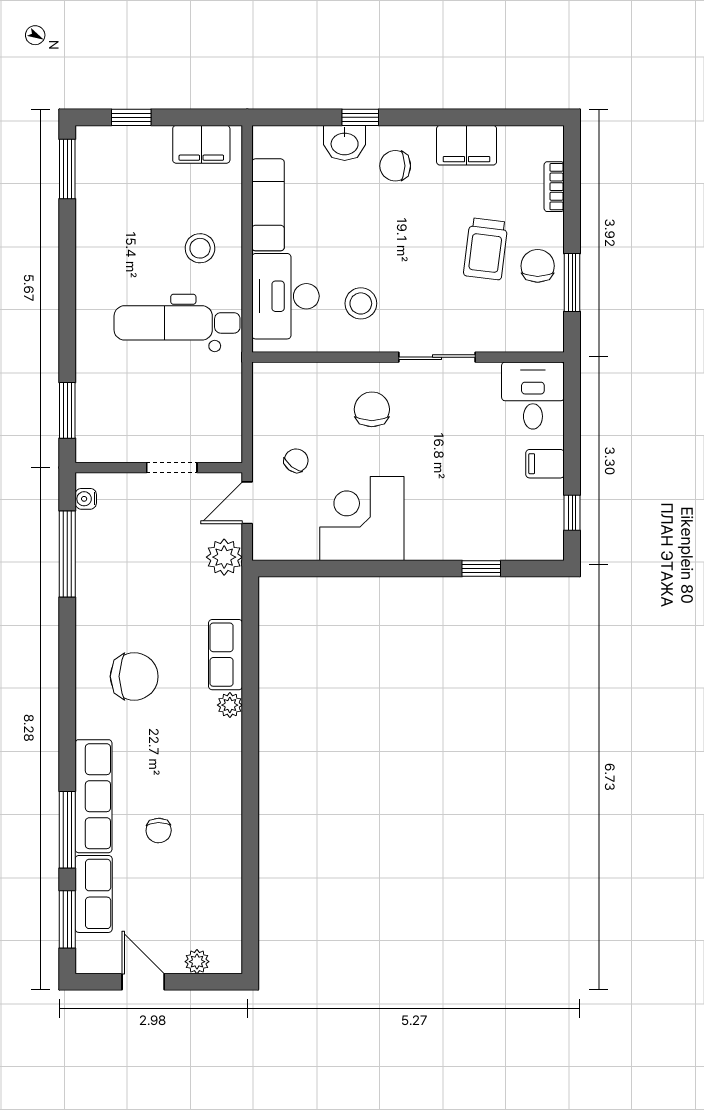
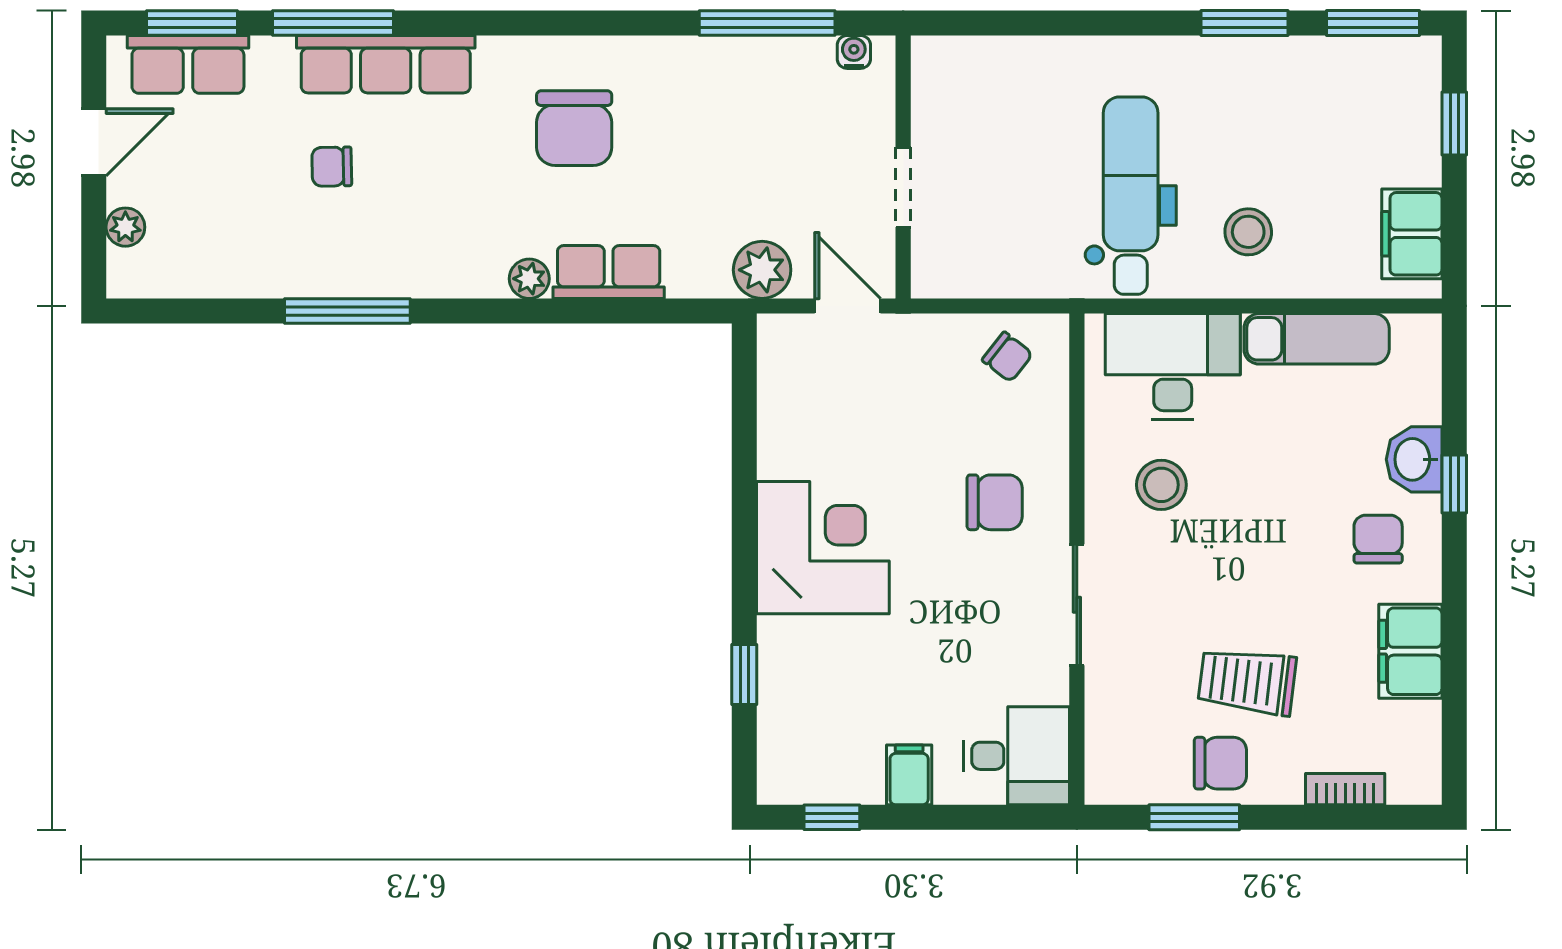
window: (67, 410) -> (1244, 23), moved
chair: (296, 461) -> (1007, 357), moved
corner desk: (362, 519) -> (823, 548), moved
window: (250, 821) -> (347, 311), added
row of seats: (94, 894) -> (188, 64), moved

